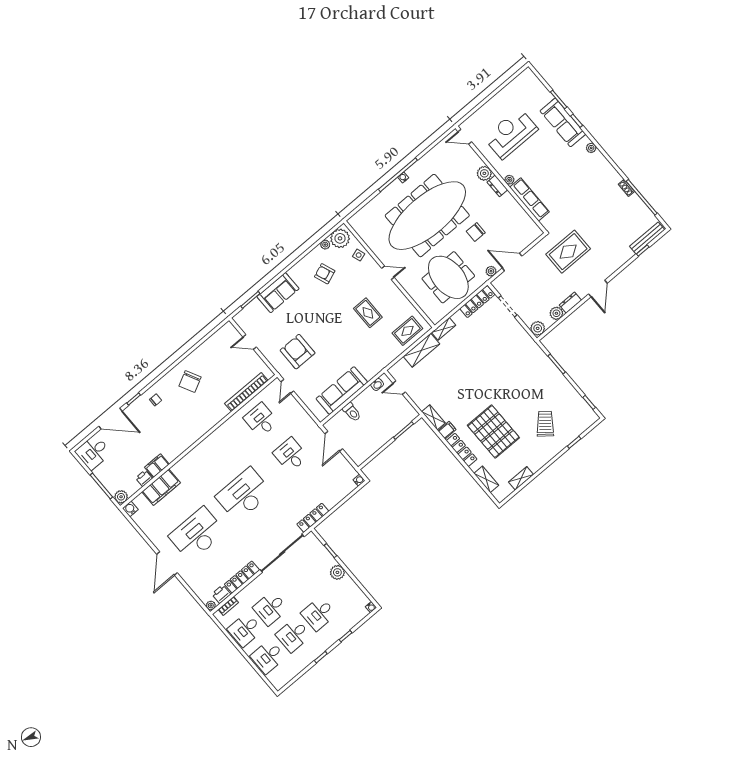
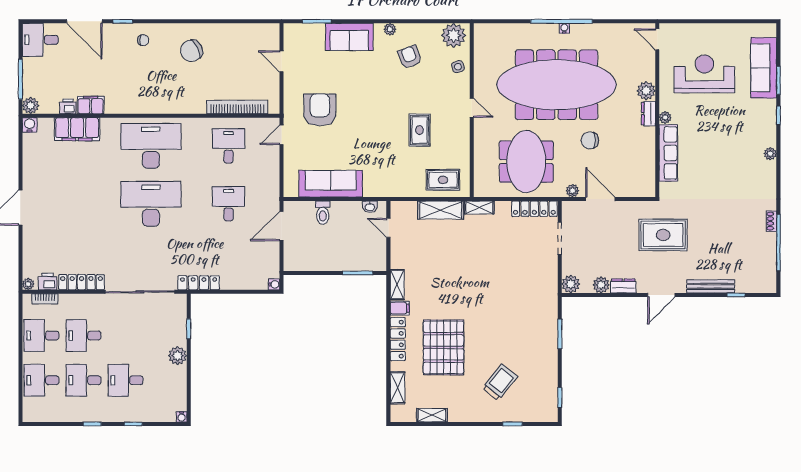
sofa: (563, 122) -> (764, 68), moved
bench: (647, 238) -> (711, 286), moved
plant: (325, 245) -> (390, 29), moved
desk: (197, 534) -> (151, 146), moved

